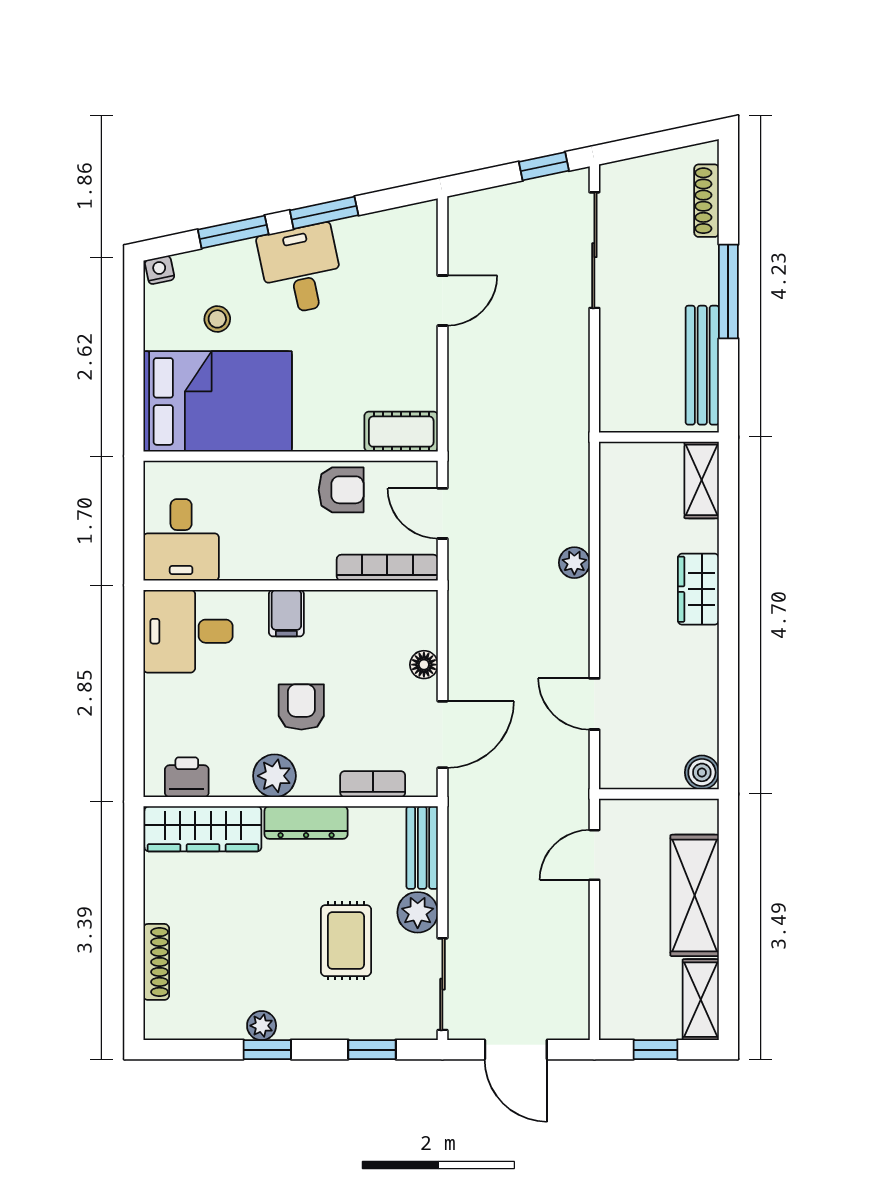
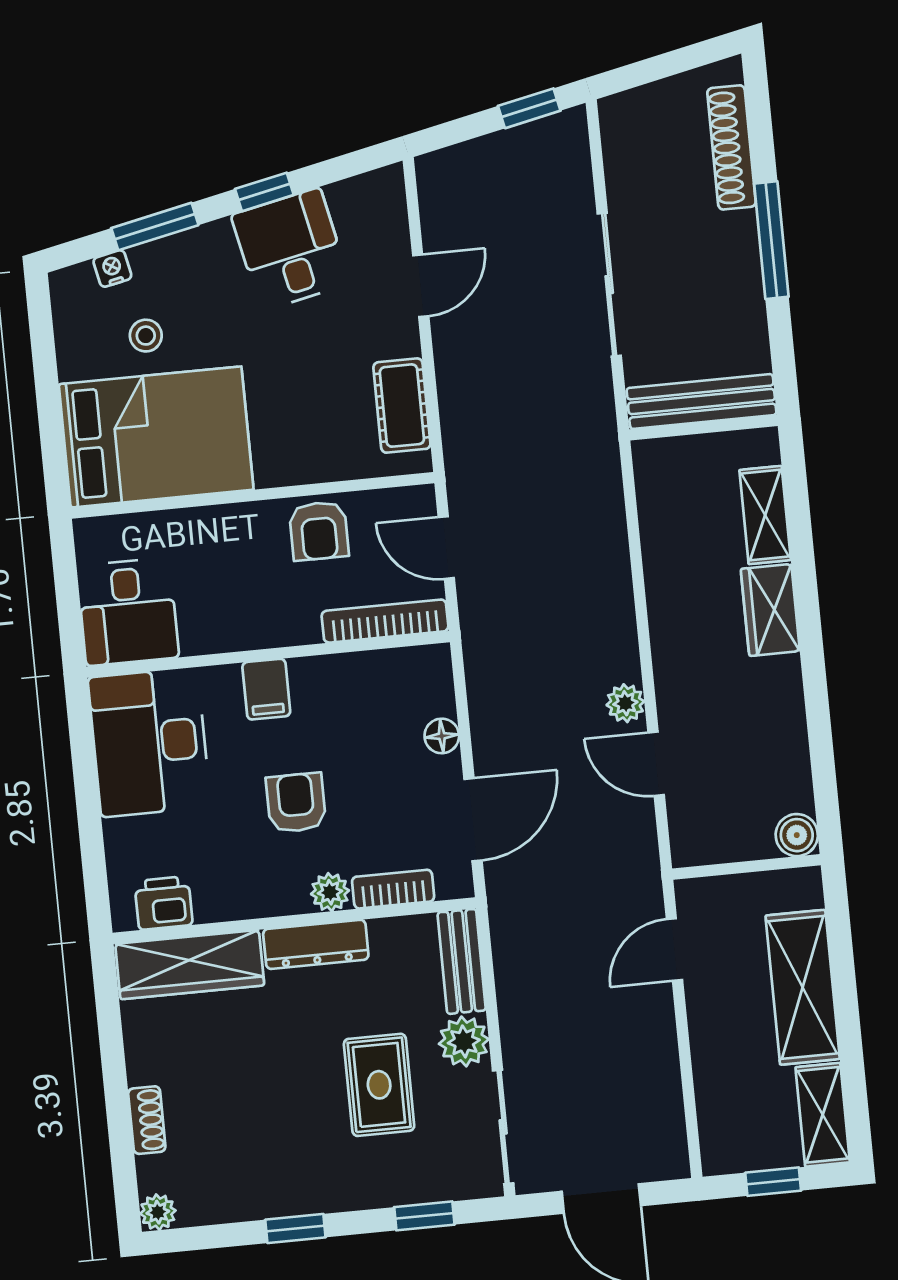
shoe rack: (707, 201) -> (732, 147), width x1.36, depth x1.24
window: (324, 213) -> (264, 192), width x0.67
sliding door: (594, 250) -> (609, 285), moved
desk: (301, 269) -> (290, 249), moved
nightstand: (160, 270) -> (112, 268), moved
bench: (702, 365) -> (701, 401), moved, turned 90
cot: (401, 432) -> (402, 406), moved, turned 90
shelving: (702, 480) -> (765, 515), moved
armchair: (341, 490) -> (319, 531), turned 90
plant: (574, 563) -> (625, 703), moved
desk: (188, 631) -> (149, 742), width x1.37
plant: (274, 776) -> (330, 892), moved, width x0.73, depth x0.73
shoe rack: (156, 962) -> (147, 1120), width x0.70
plant: (262, 1026) -> (158, 1212), moved

